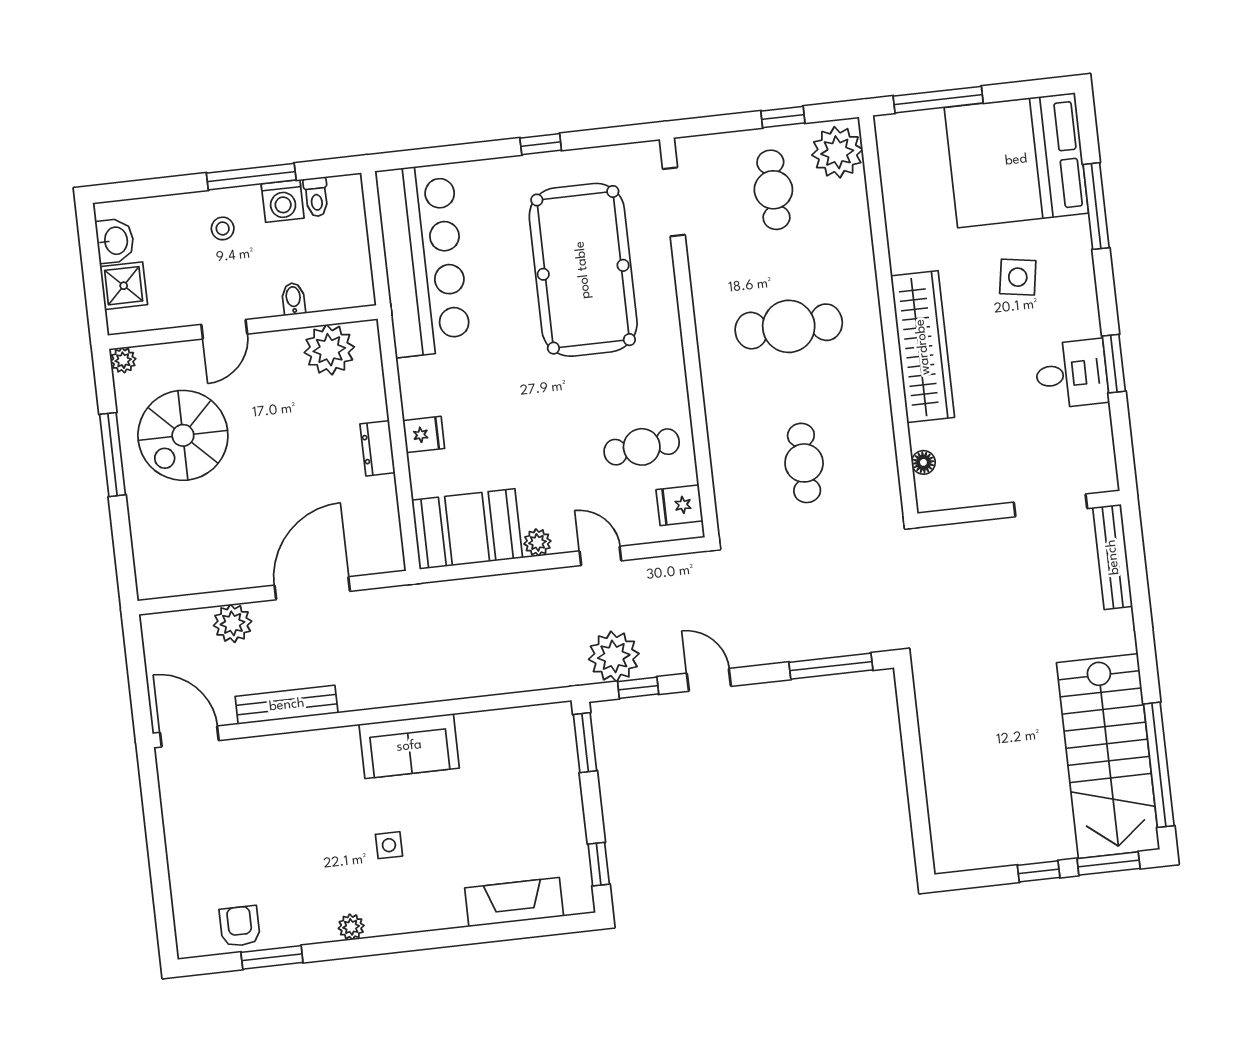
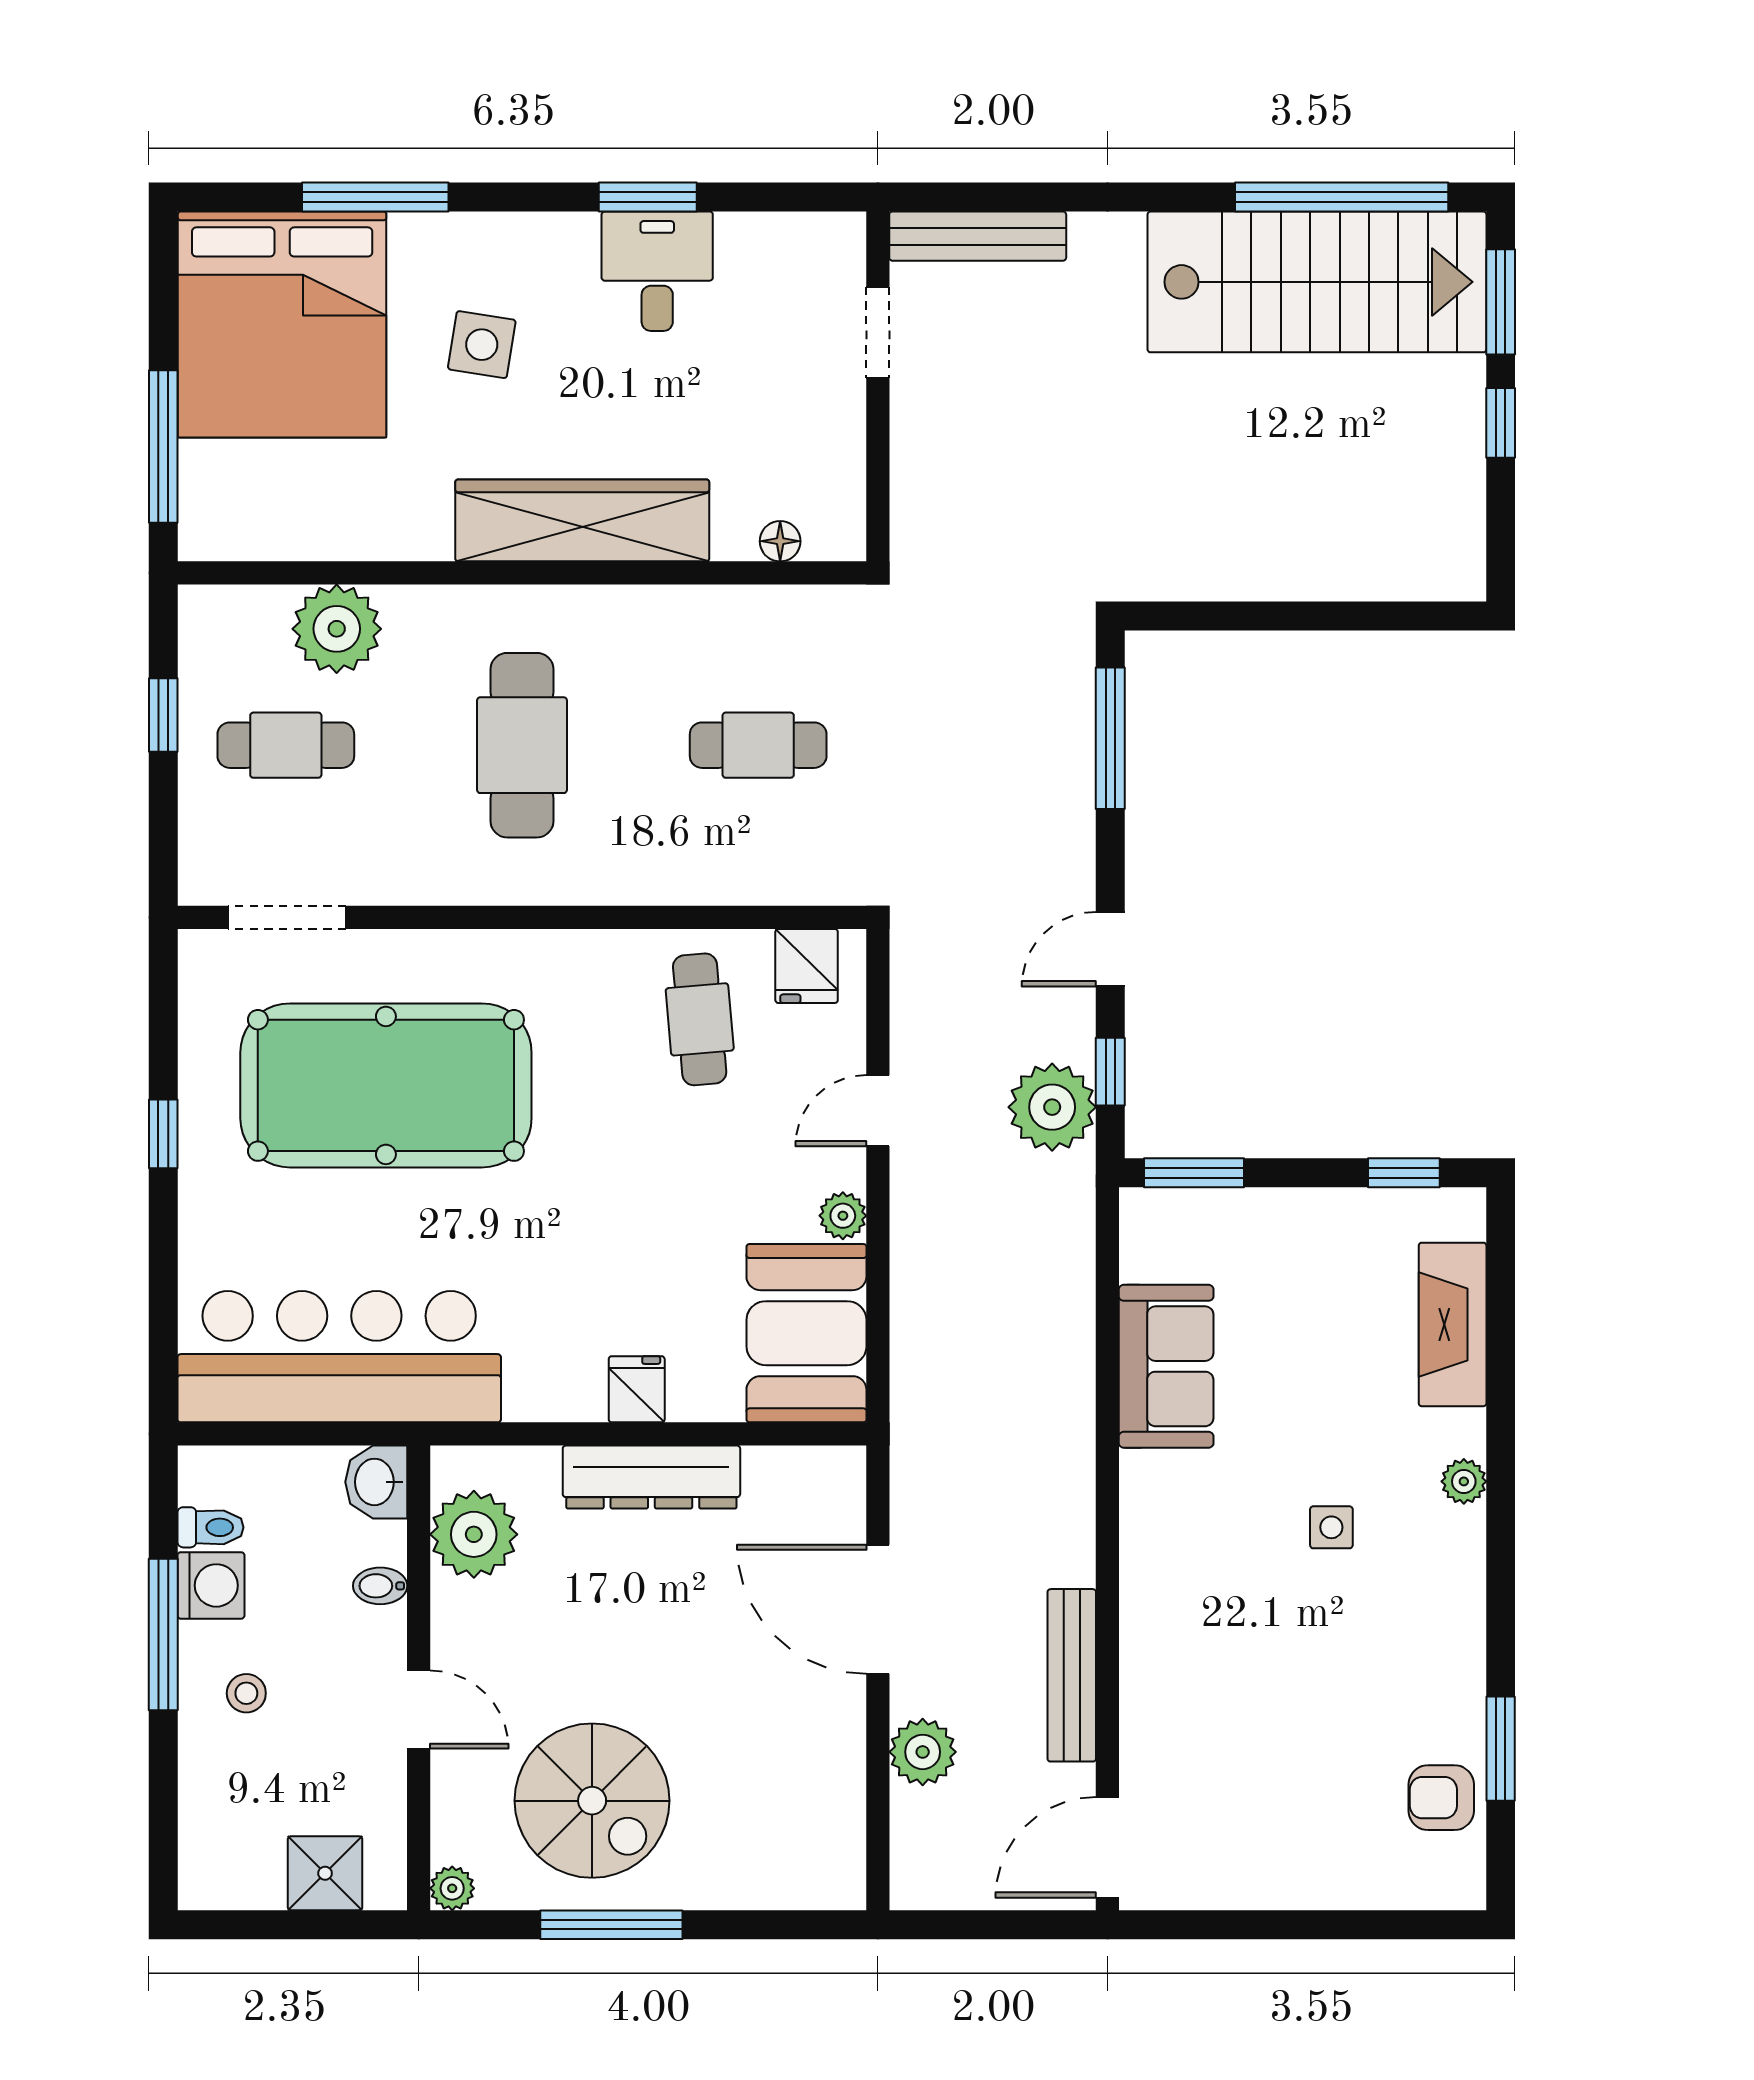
plant: (837, 152) -> (337, 629), moved
washbasin: (115, 241) -> (376, 1482), moved, turned -90
dresser: (378, 448) -> (651, 1477), width x1.96, depth x1.24
doorway: (1051, 505) -> (878, 332), width x0.73
sofa: (409, 746) -> (1166, 1366), moved
plant: (351, 927) -> (1464, 1481), moved

